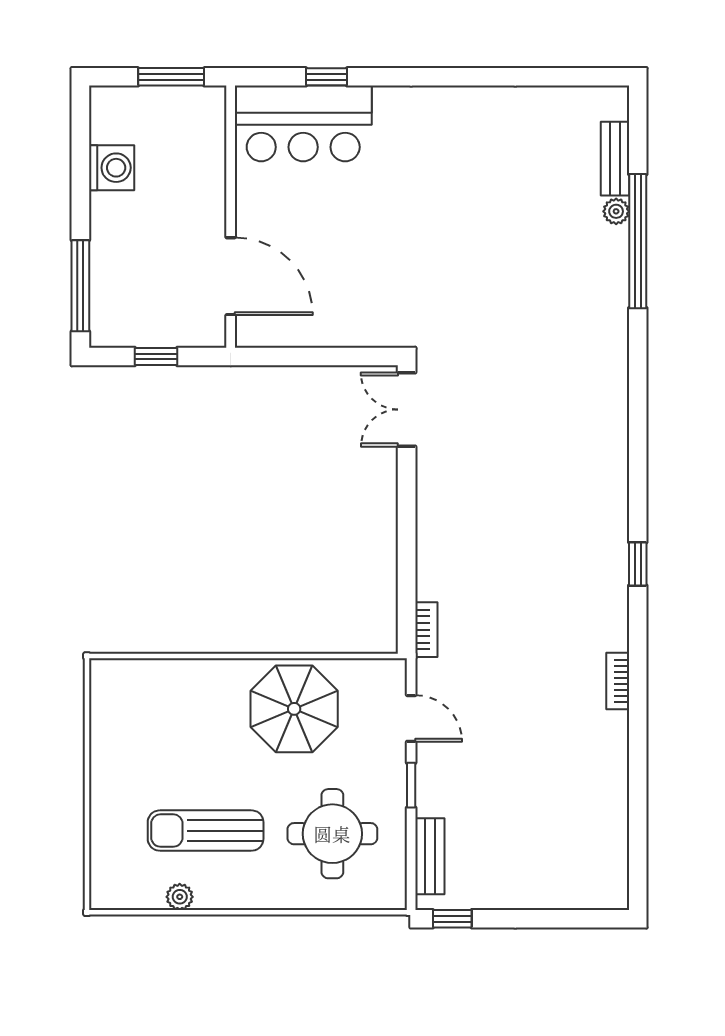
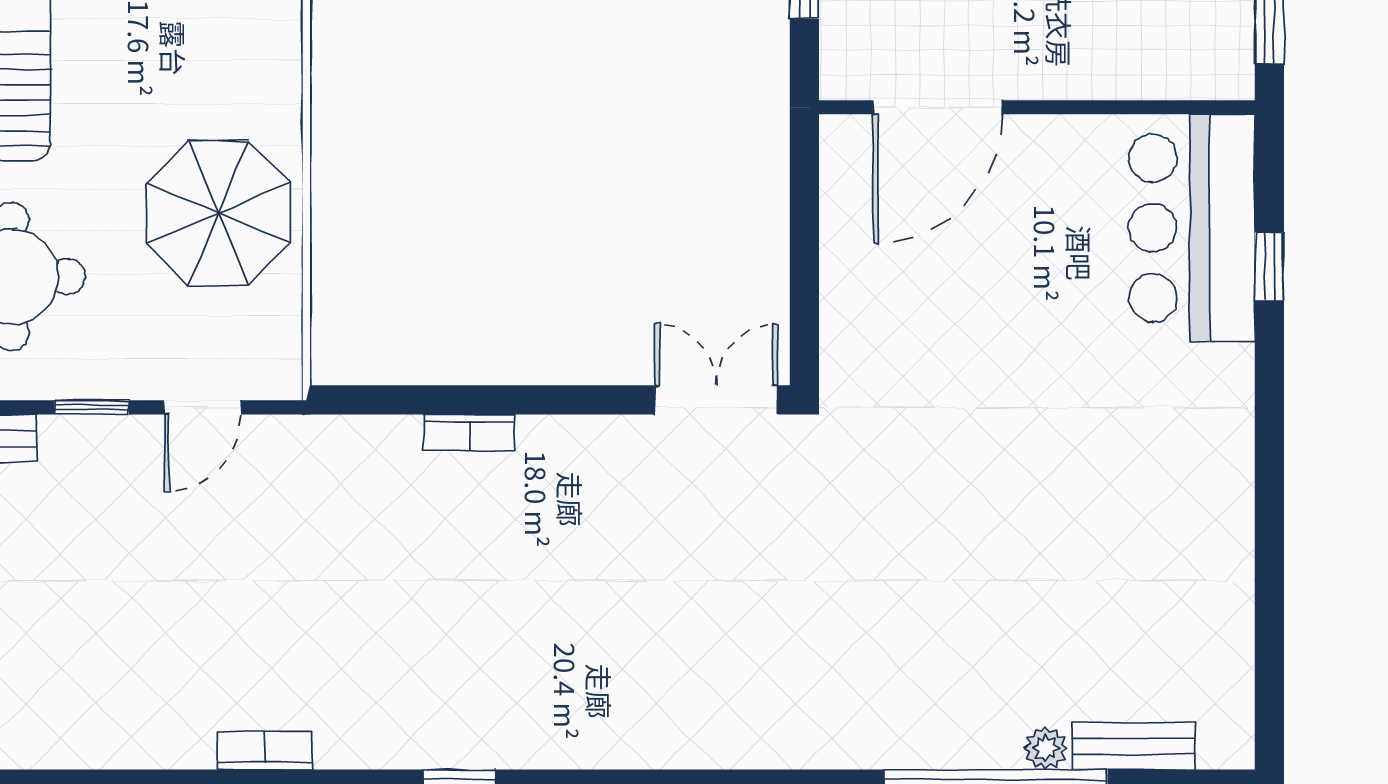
bookcase: (426, 630) -> (470, 433), moved

